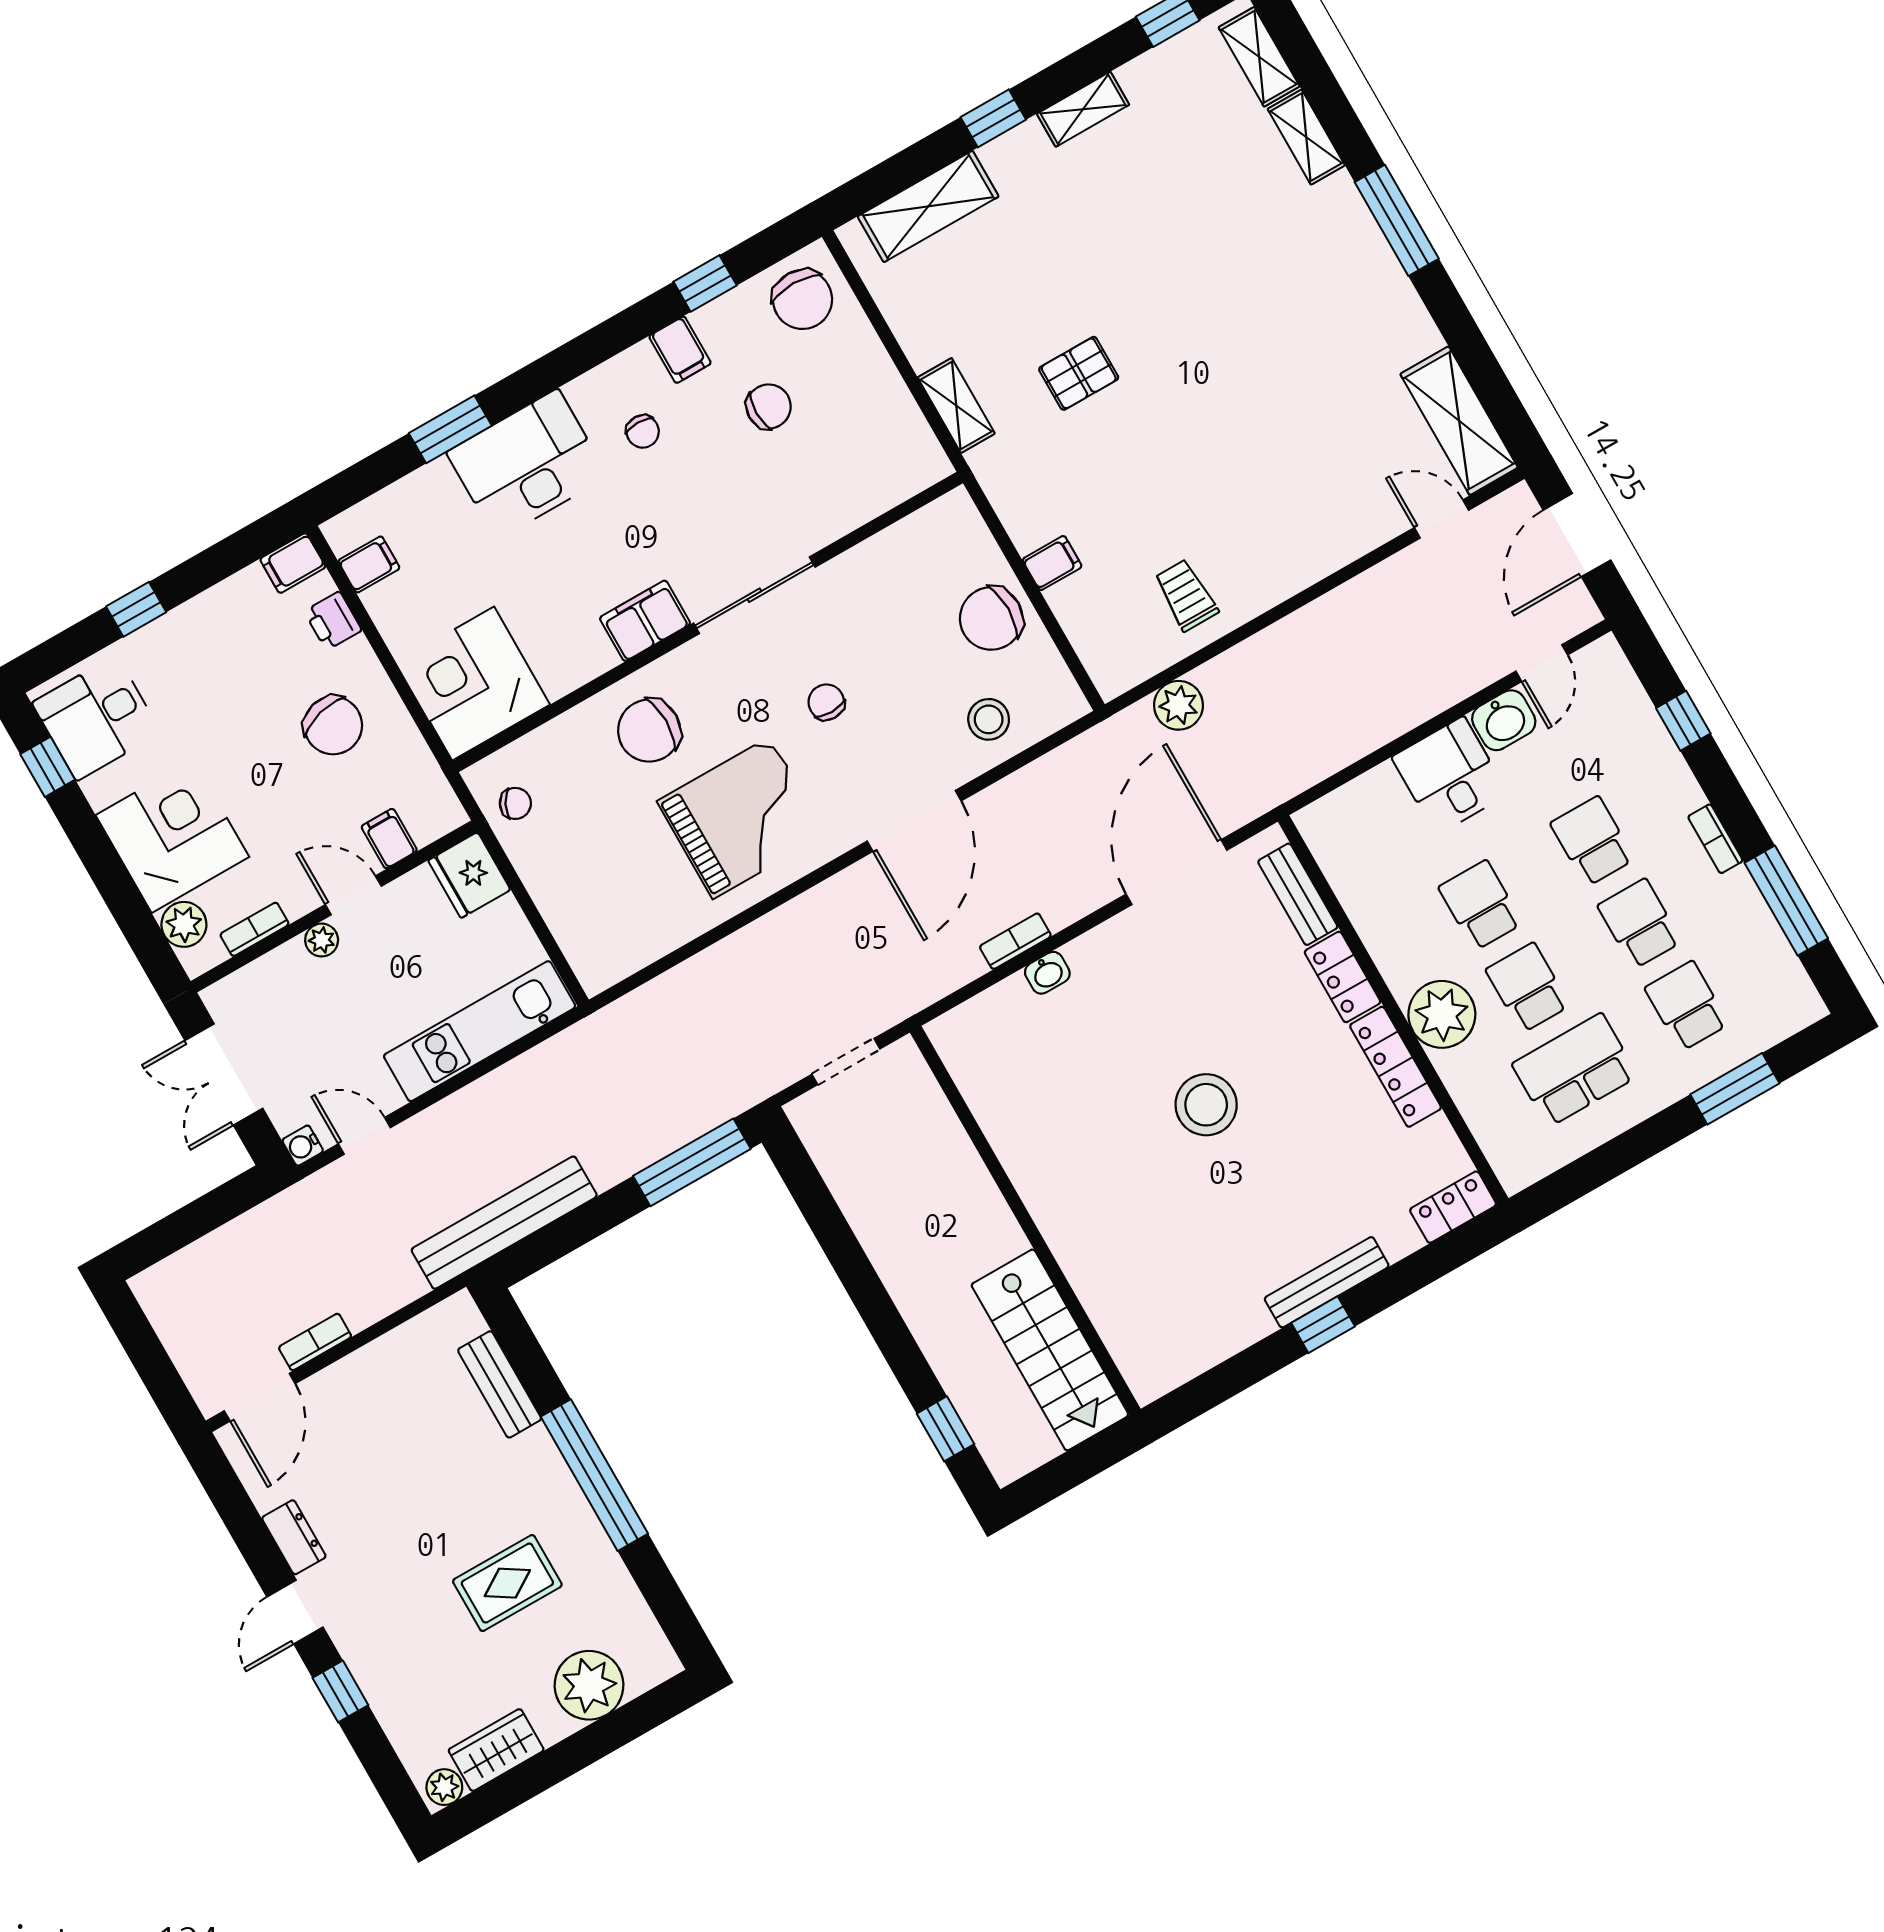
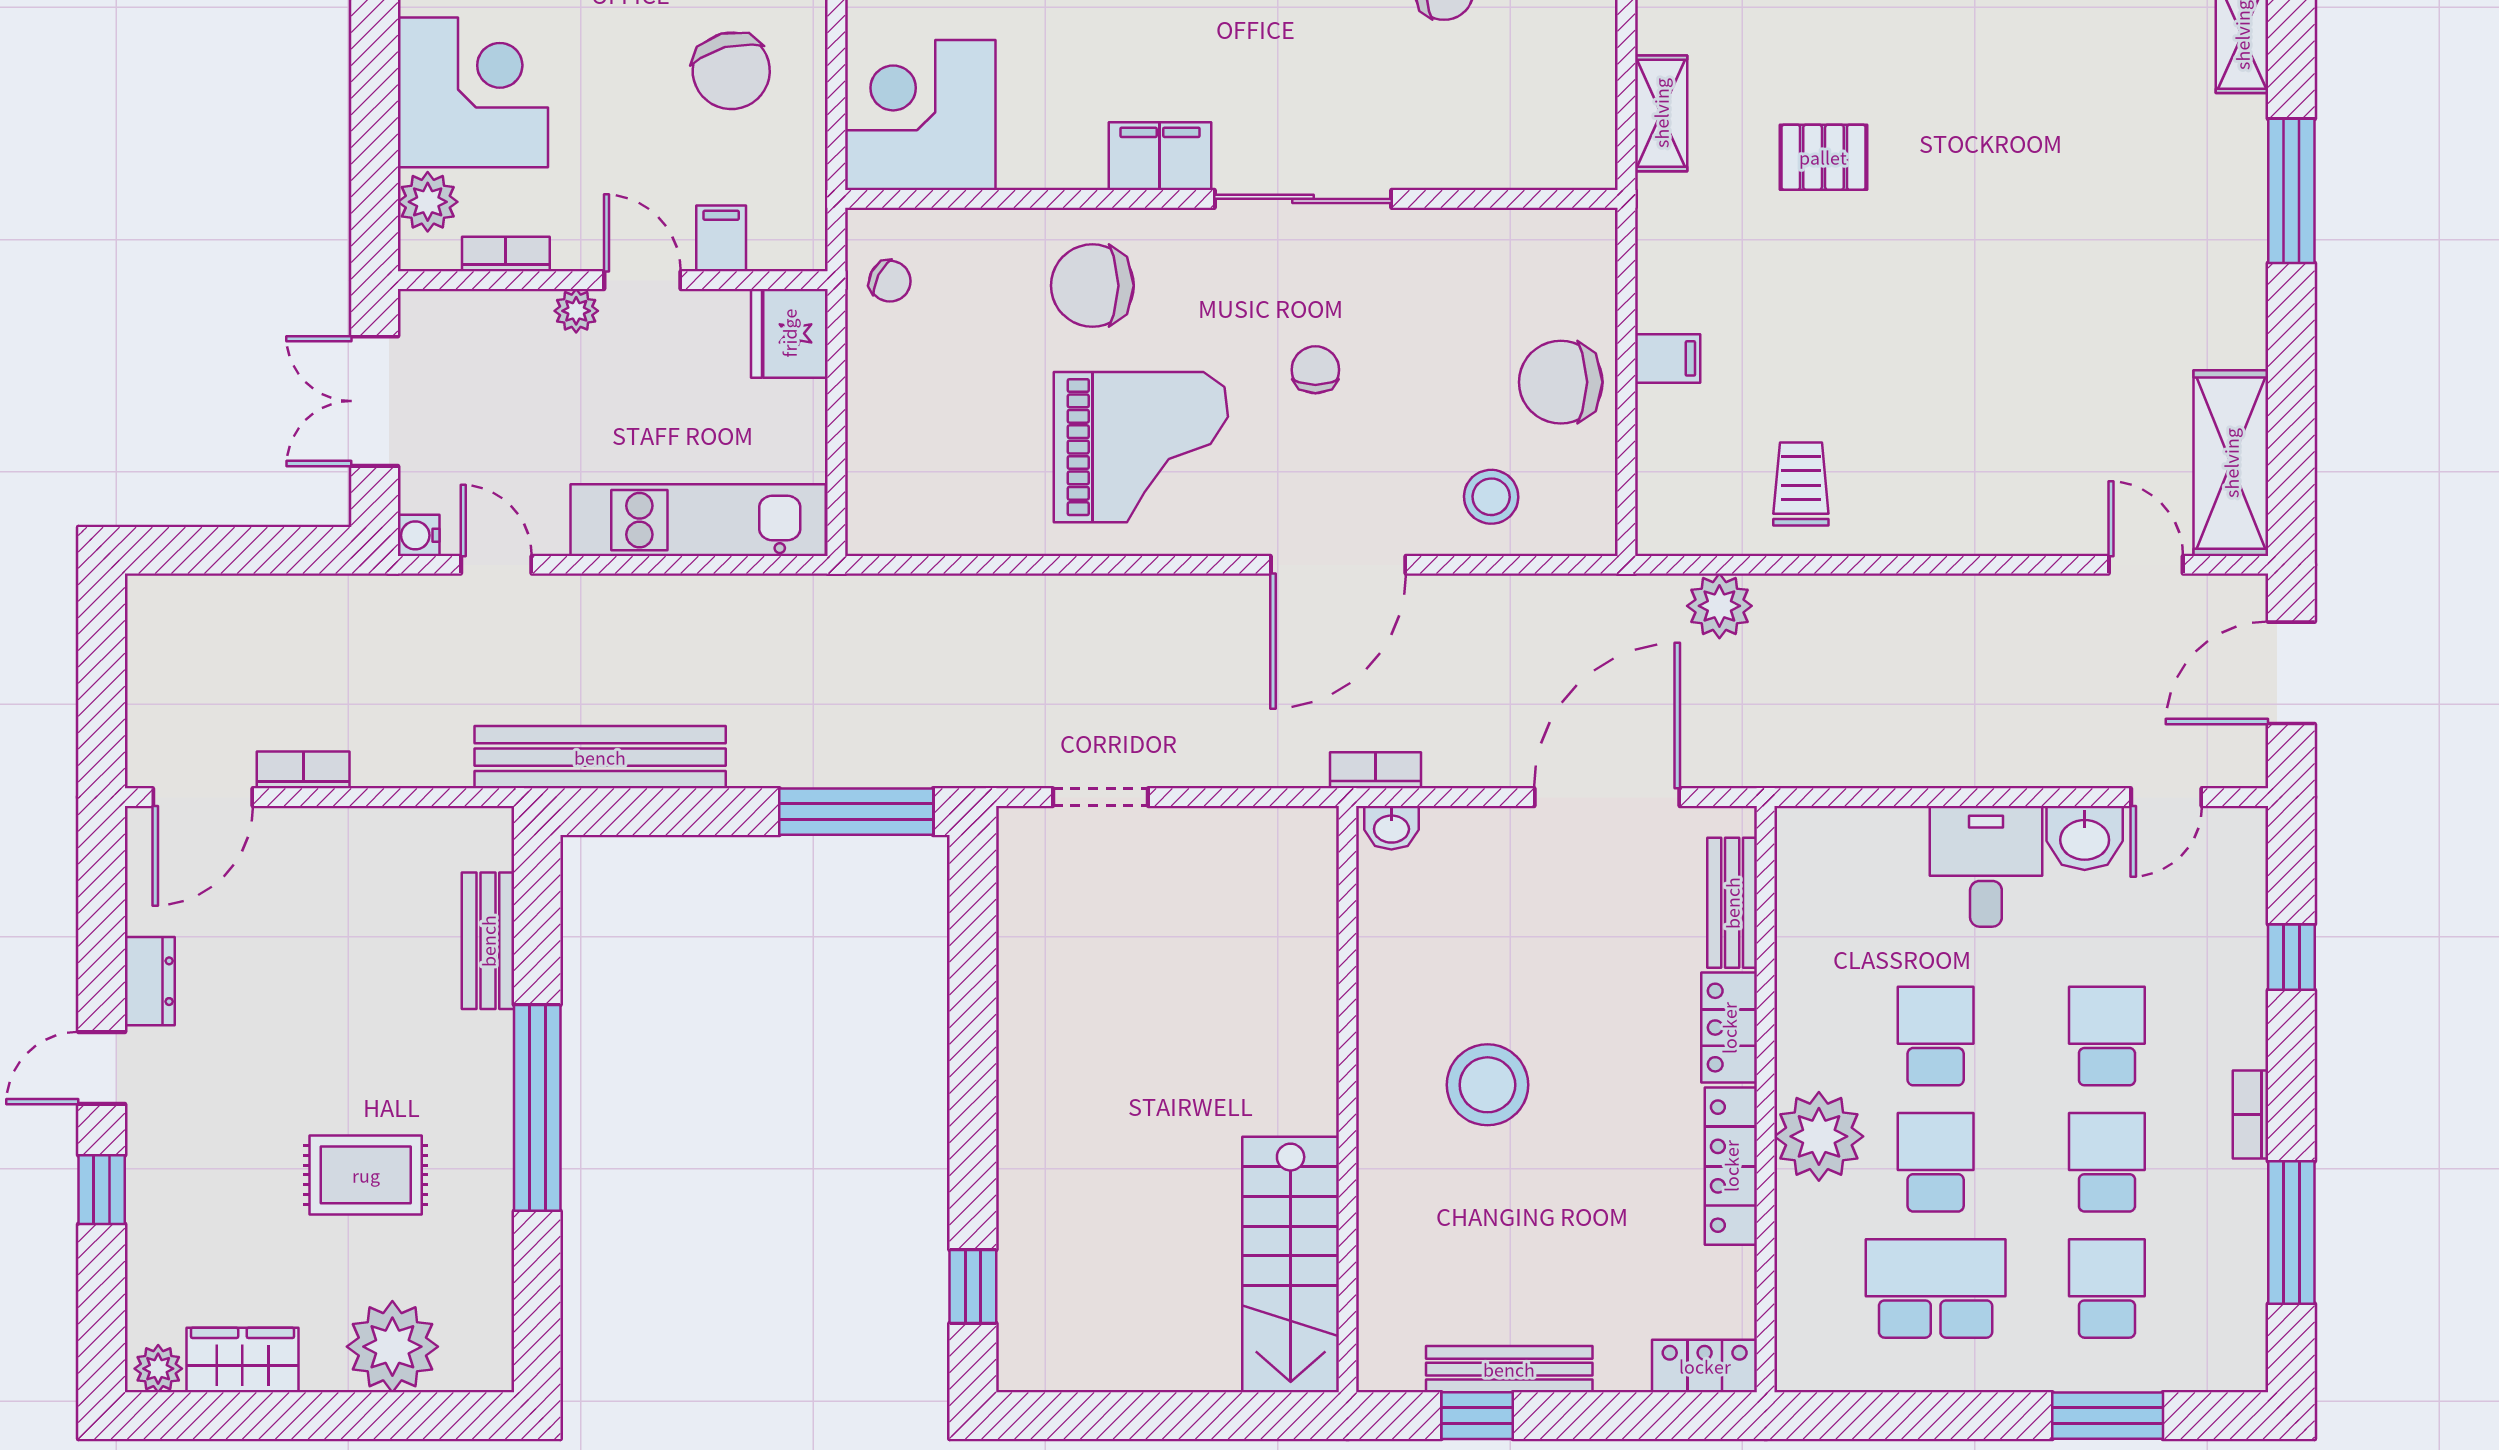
wall: (1025, 1221) -> (1348, 1099), moved
stairs: (1050, 1350) -> (1291, 1265), moved

